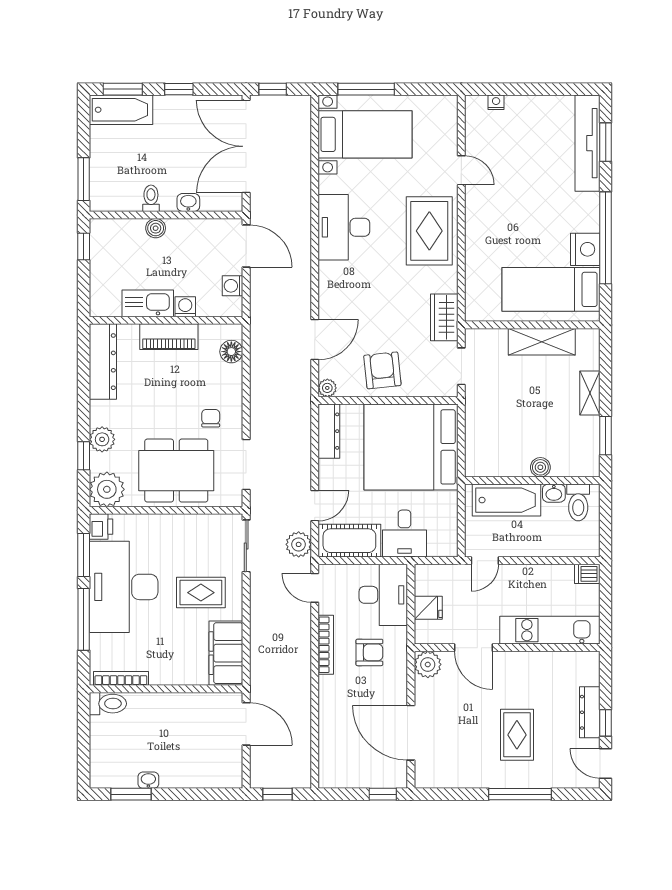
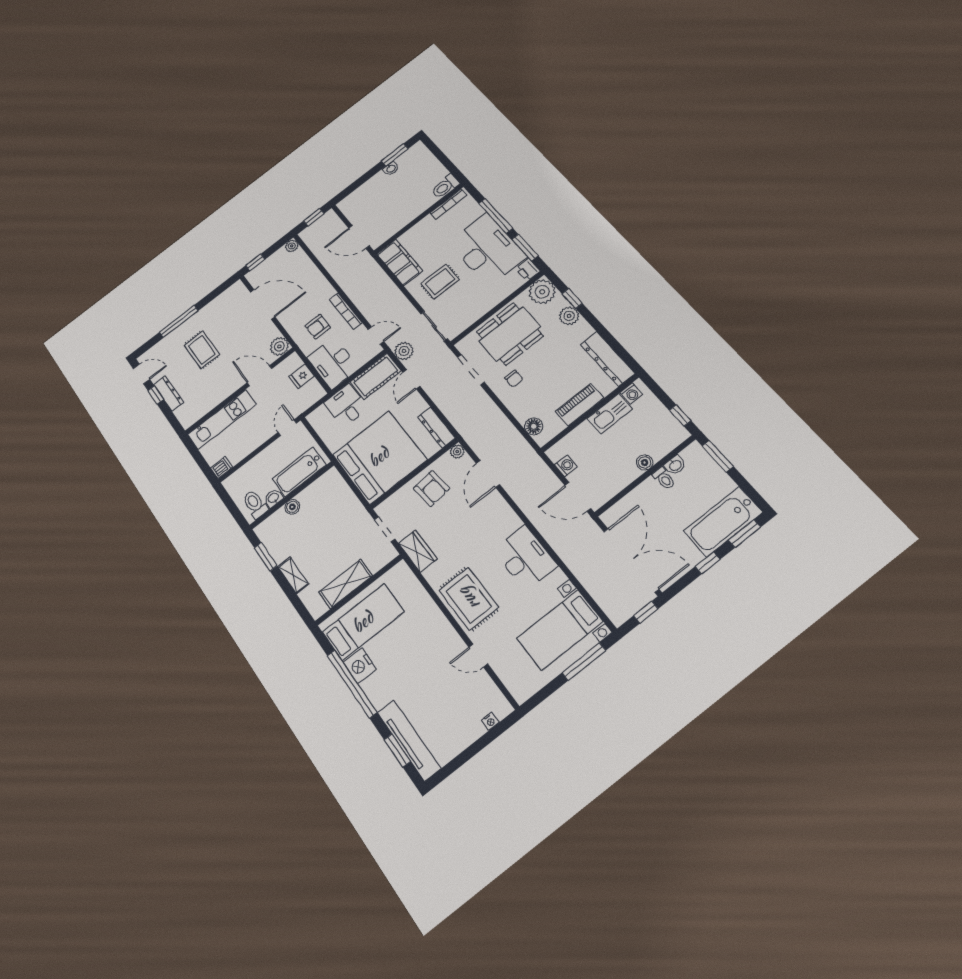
bathtub: (121, 110) -> (723, 522), width x1.36, depth x1.36
washbasin: (188, 202) -> (675, 465), moved
washing machine: (185, 307) -> (631, 393), moved
plant: (328, 779) -> (292, 246), added

